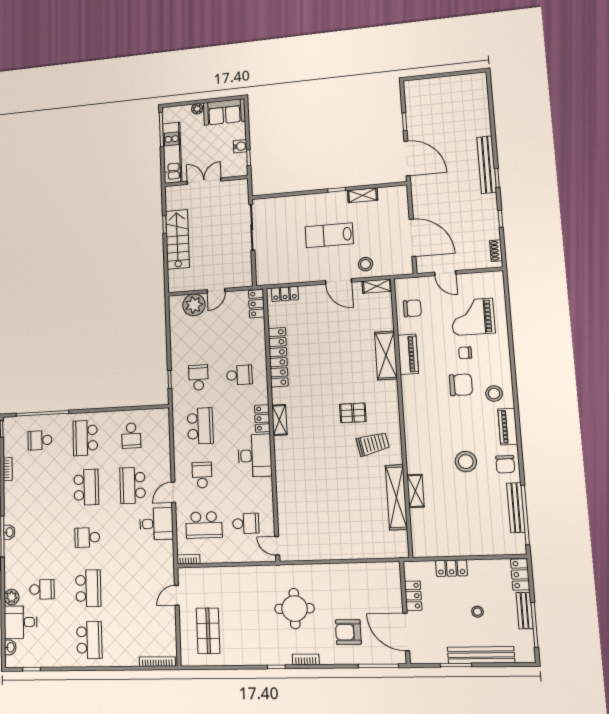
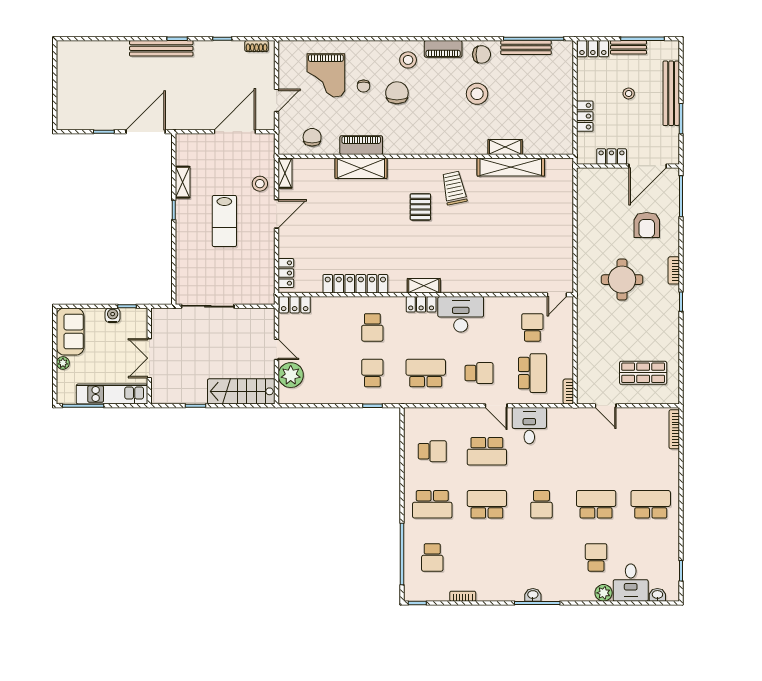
stairs: (177, 239) -> (241, 391), moved
school desk: (239, 375) -> (372, 327), turned 180
school desk: (198, 378) -> (372, 373), turned 90
school desk: (202, 475) -> (479, 373), turned 180

